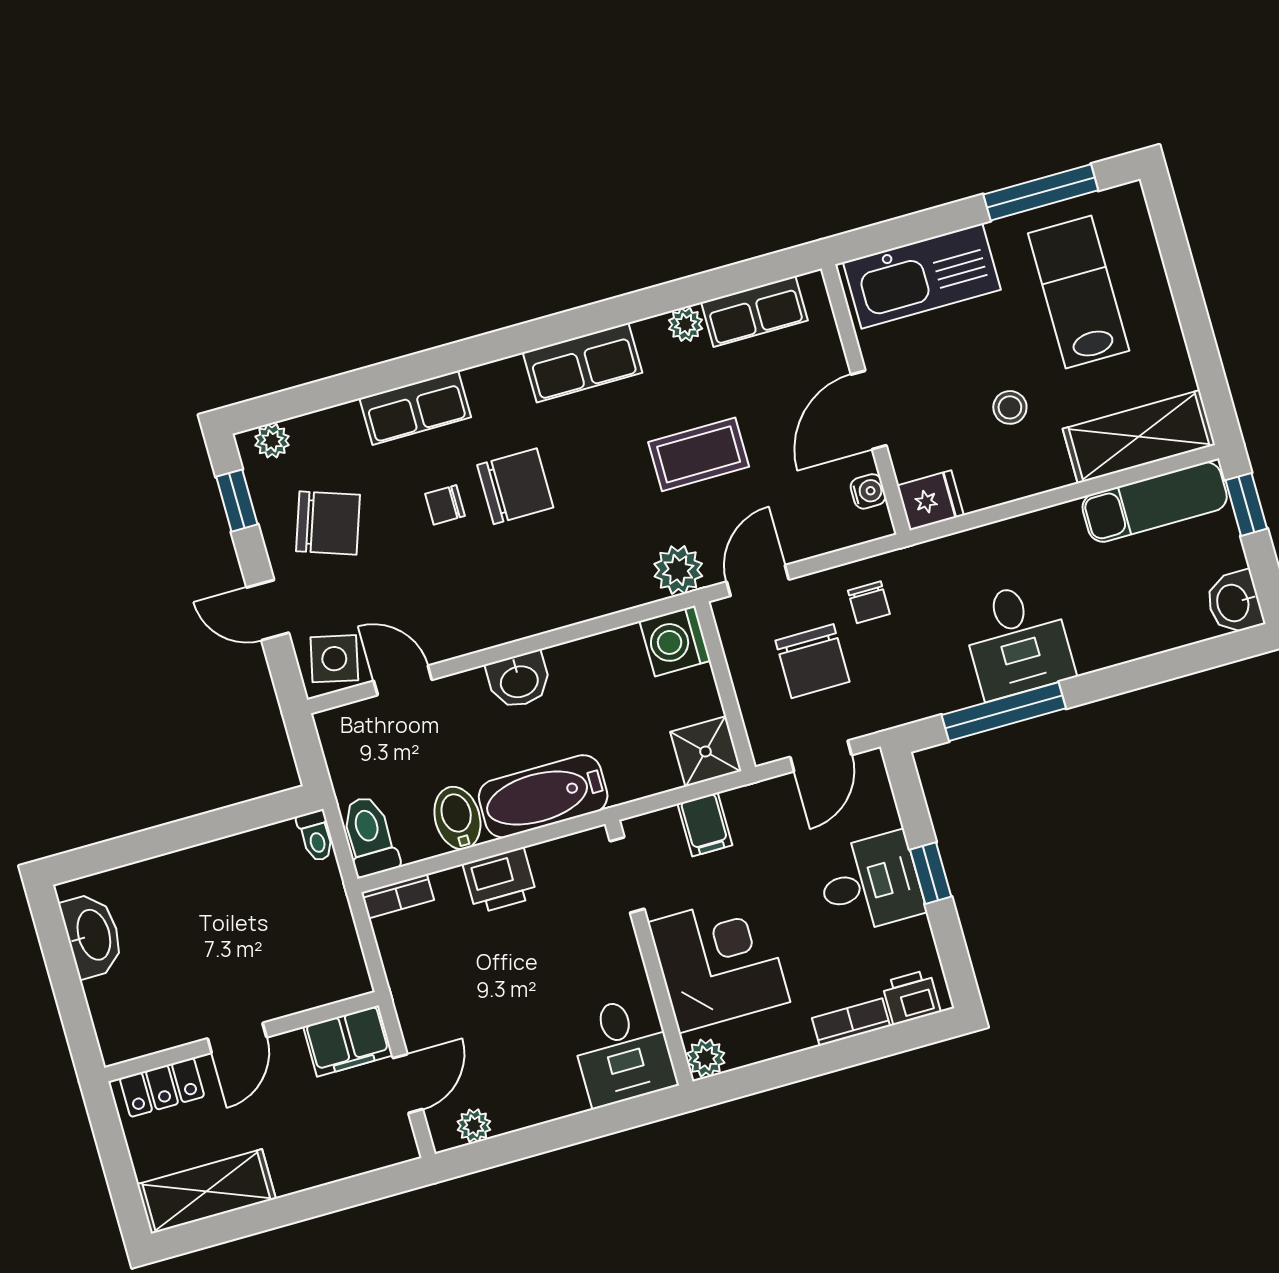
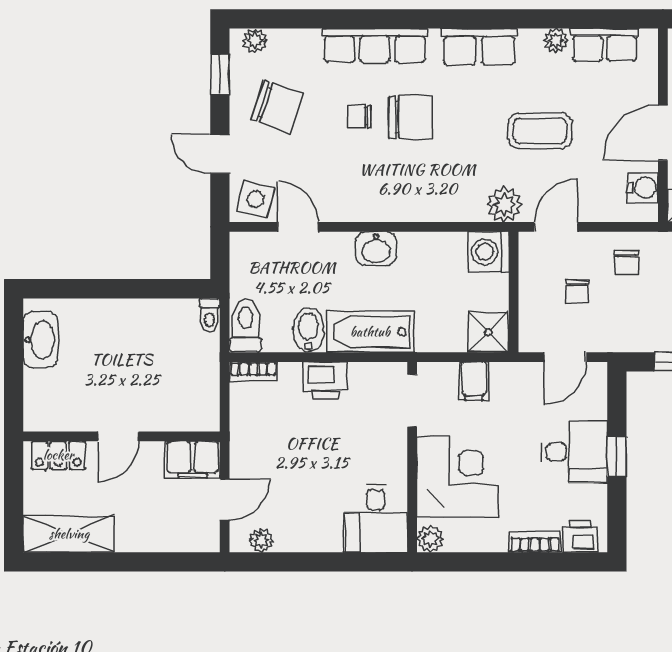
row of seats: (415, 408) -> (375, 46), width x1.48
water cooler: (868, 491) -> (643, 188), width x1.38, depth x1.38
chair: (813, 661) -> (577, 291), width x0.54, depth x0.54

